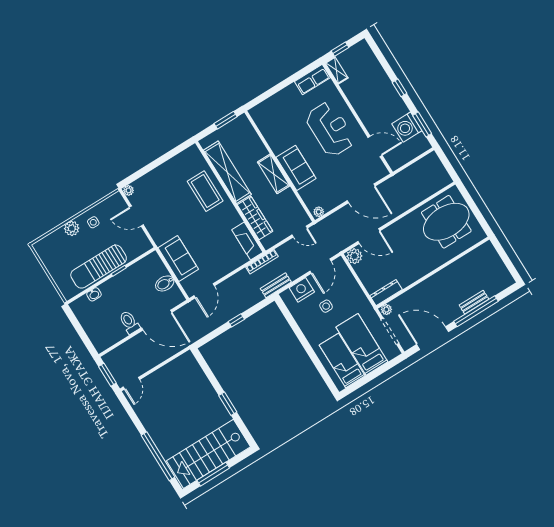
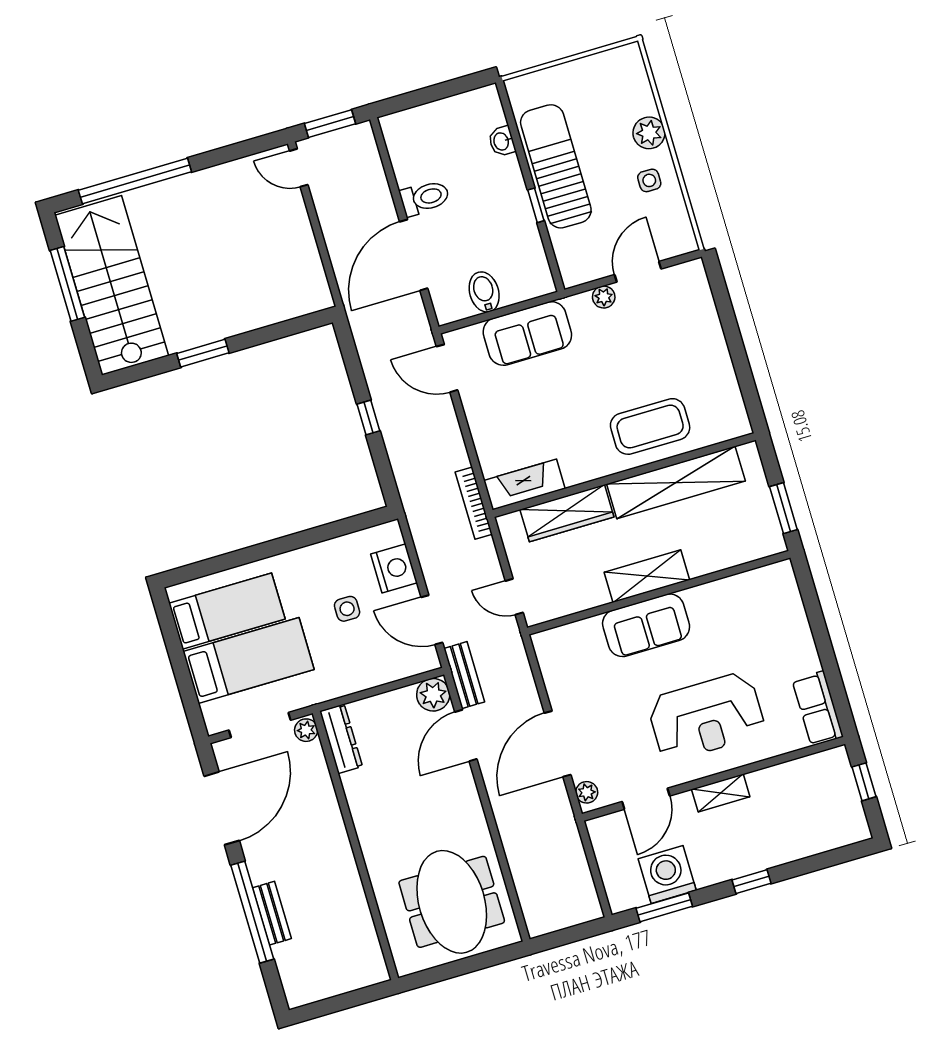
shelving: (337, 70) -> (721, 793), moved
plant: (129, 190) -> (604, 297), moved
plant: (319, 212) -> (587, 792), moved
door: (300, 232) -> (514, 597), hinge flipped
bench: (276, 285) -> (464, 675), moved

